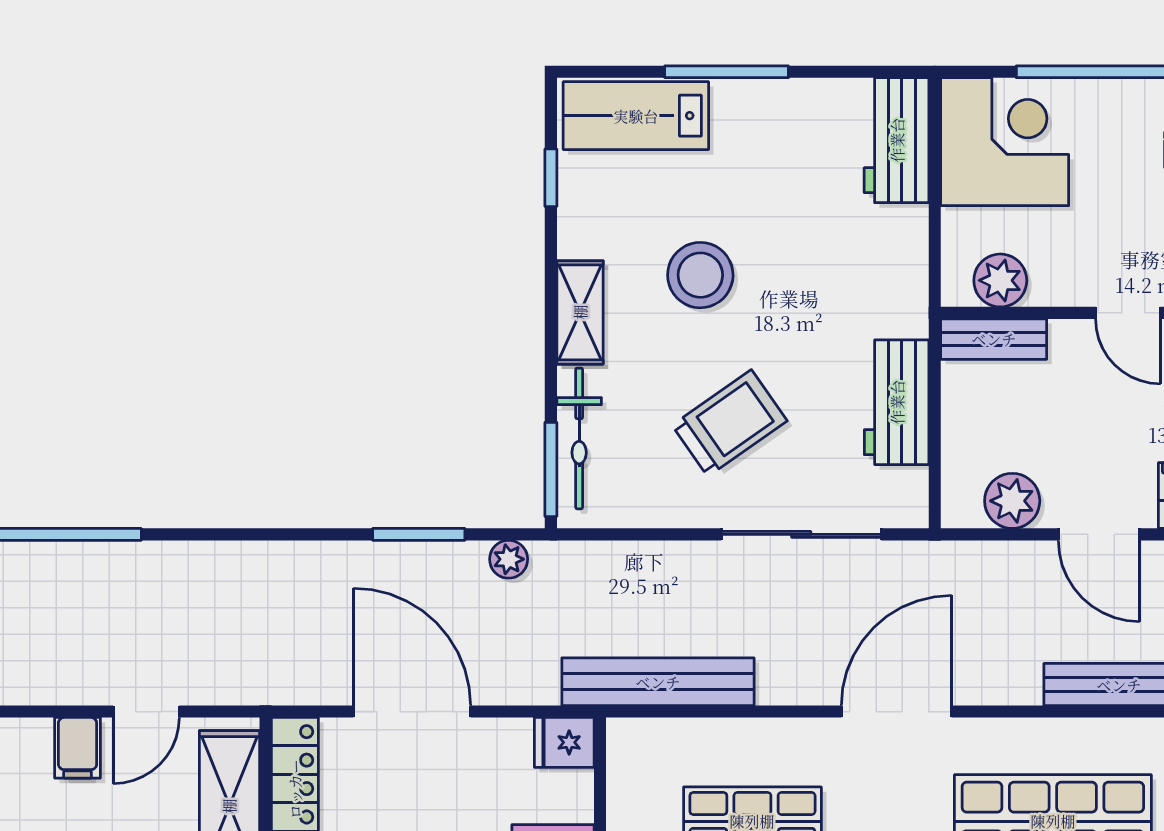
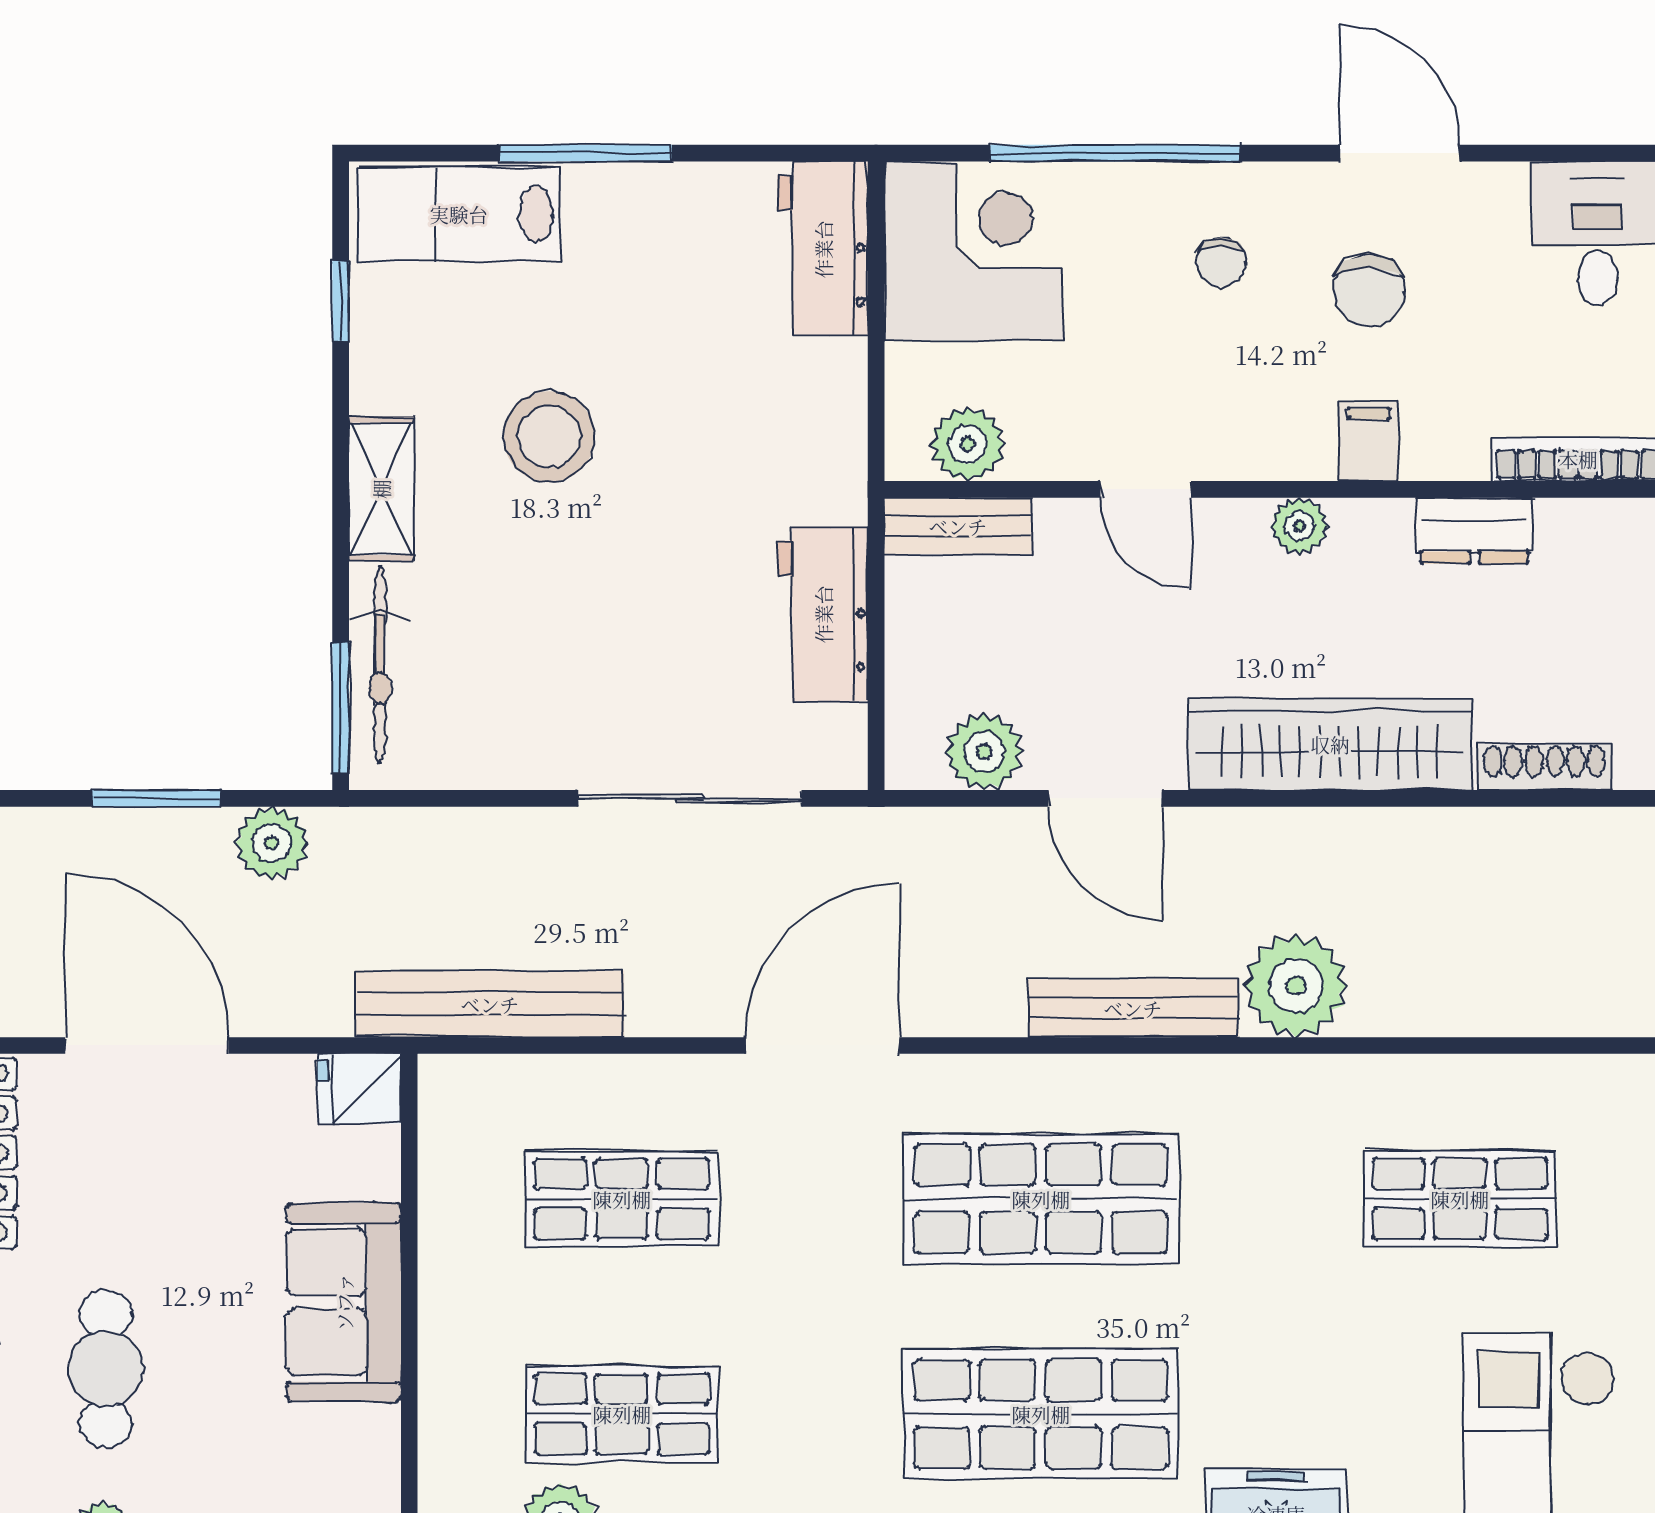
trolley: (730, 423) -> (590, 643), removed
plant: (509, 559) -> (272, 843), width x1.38, depth x1.38

